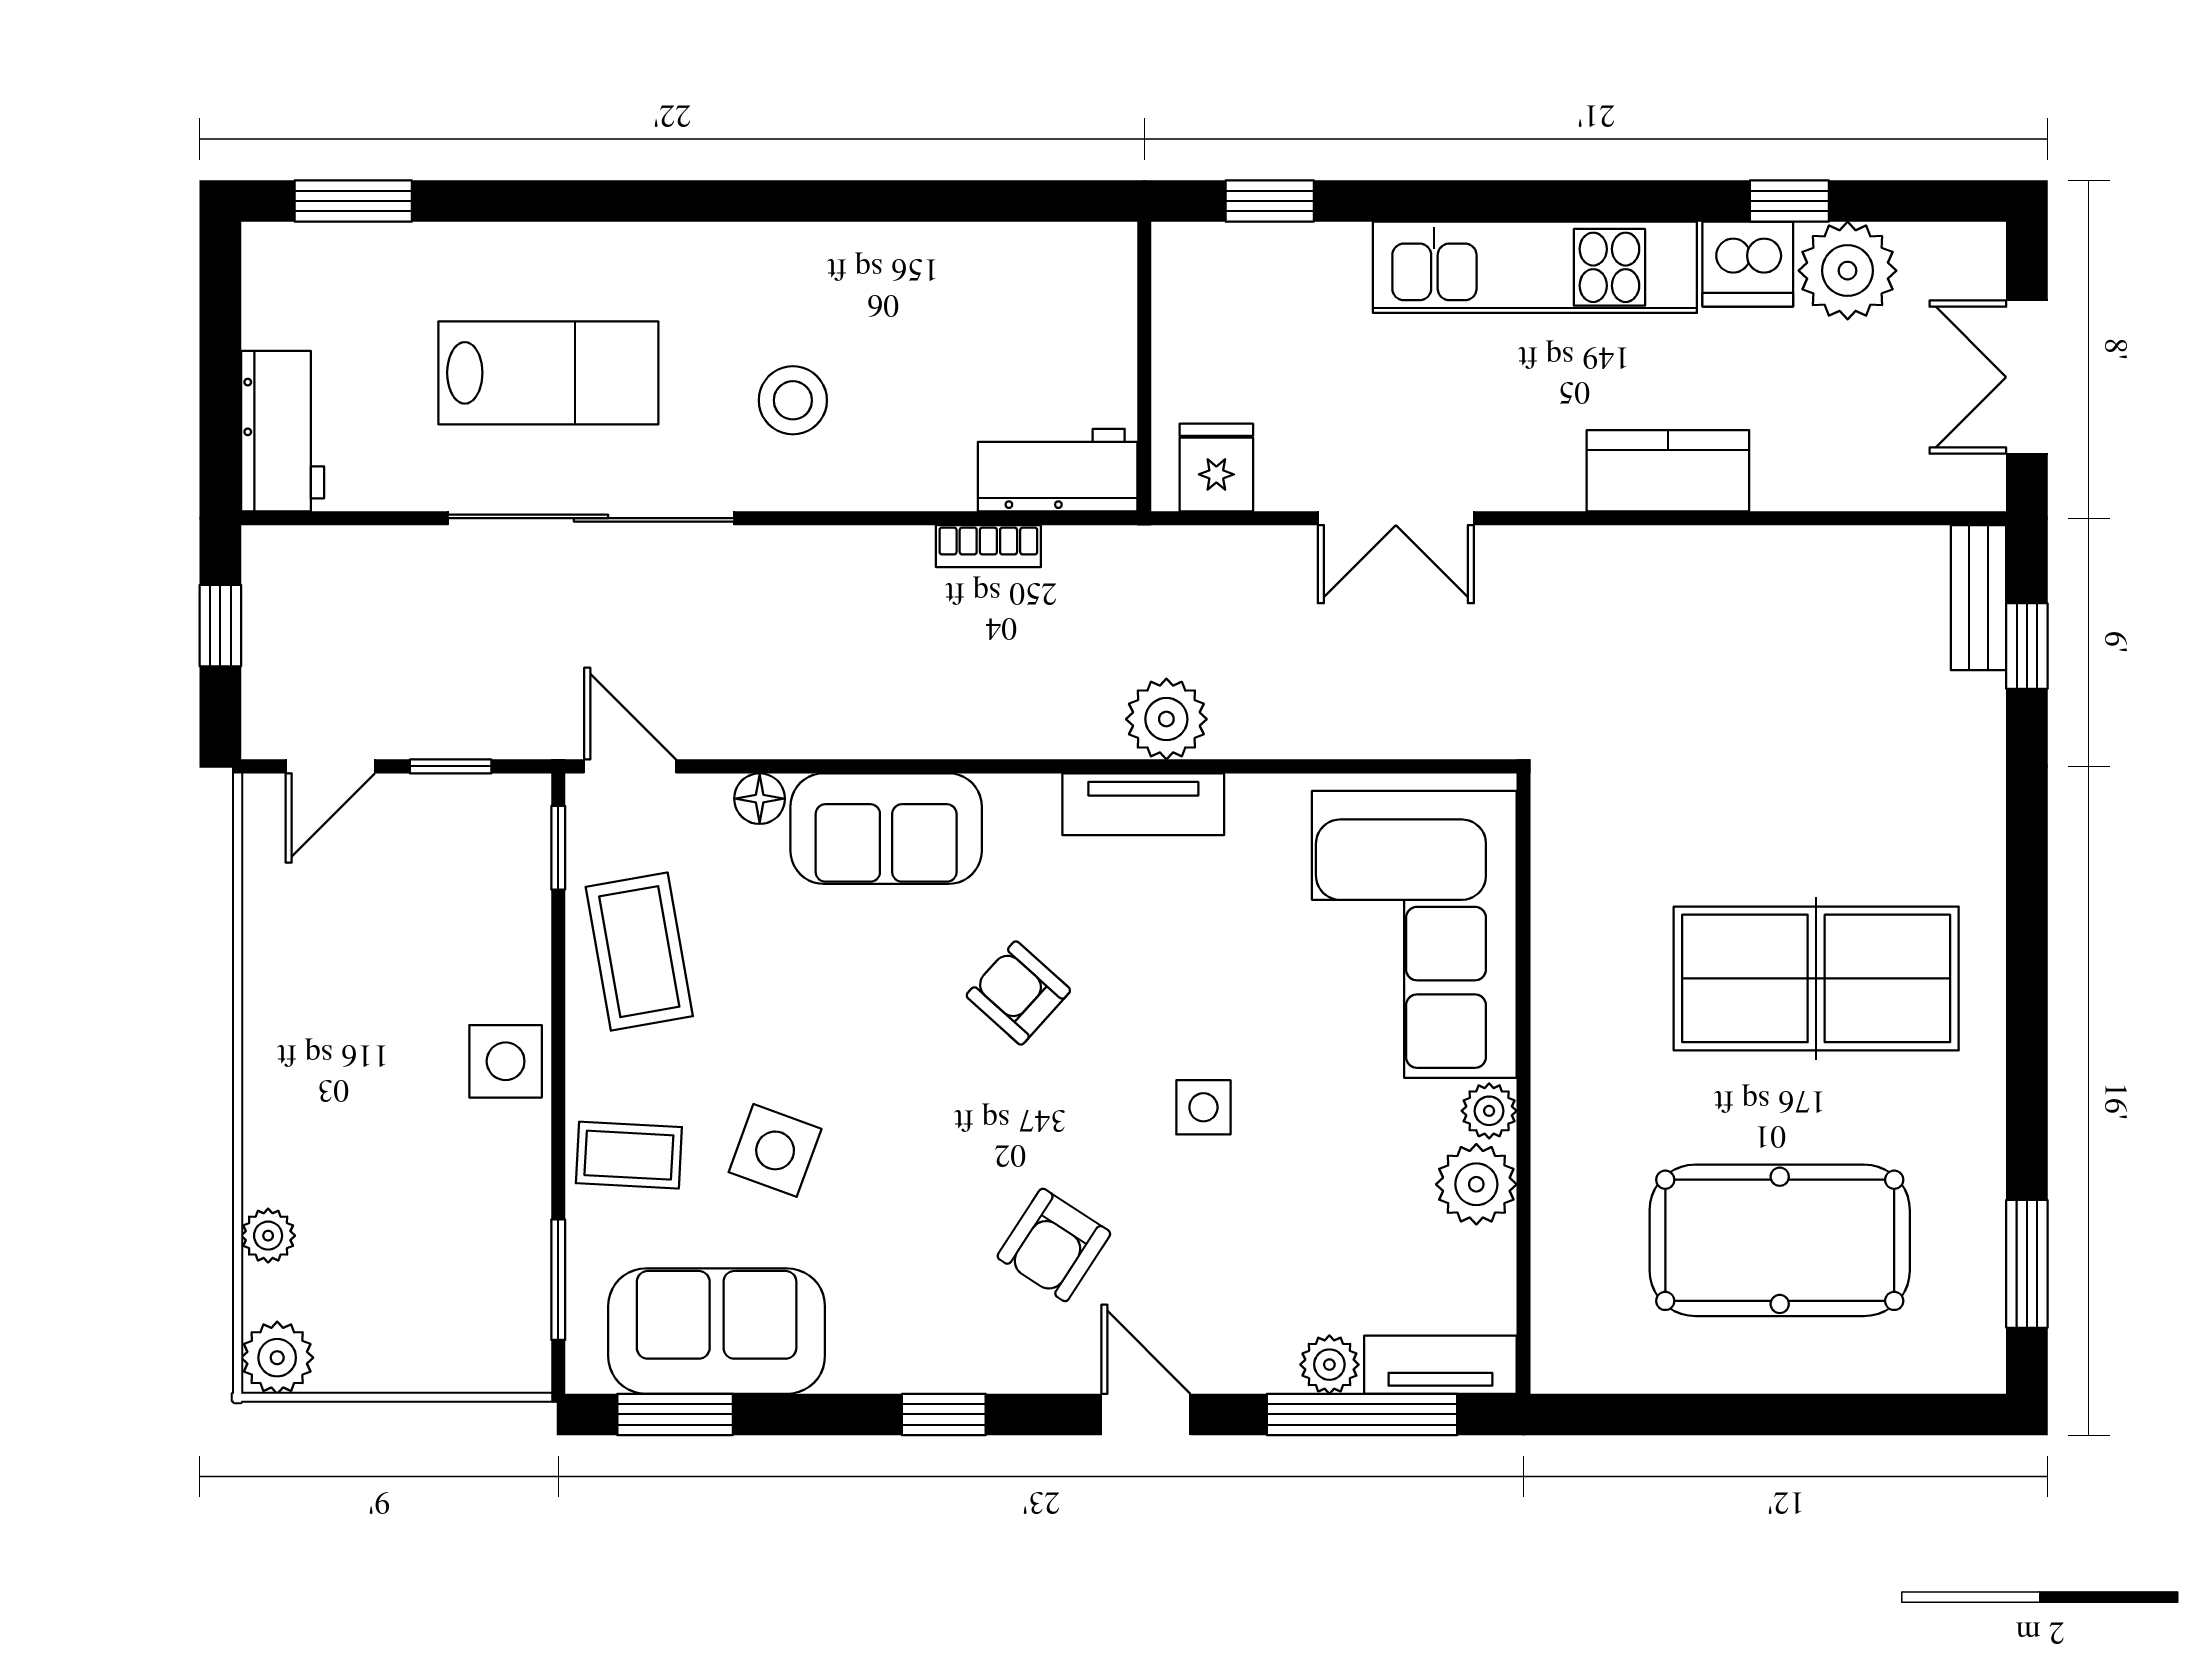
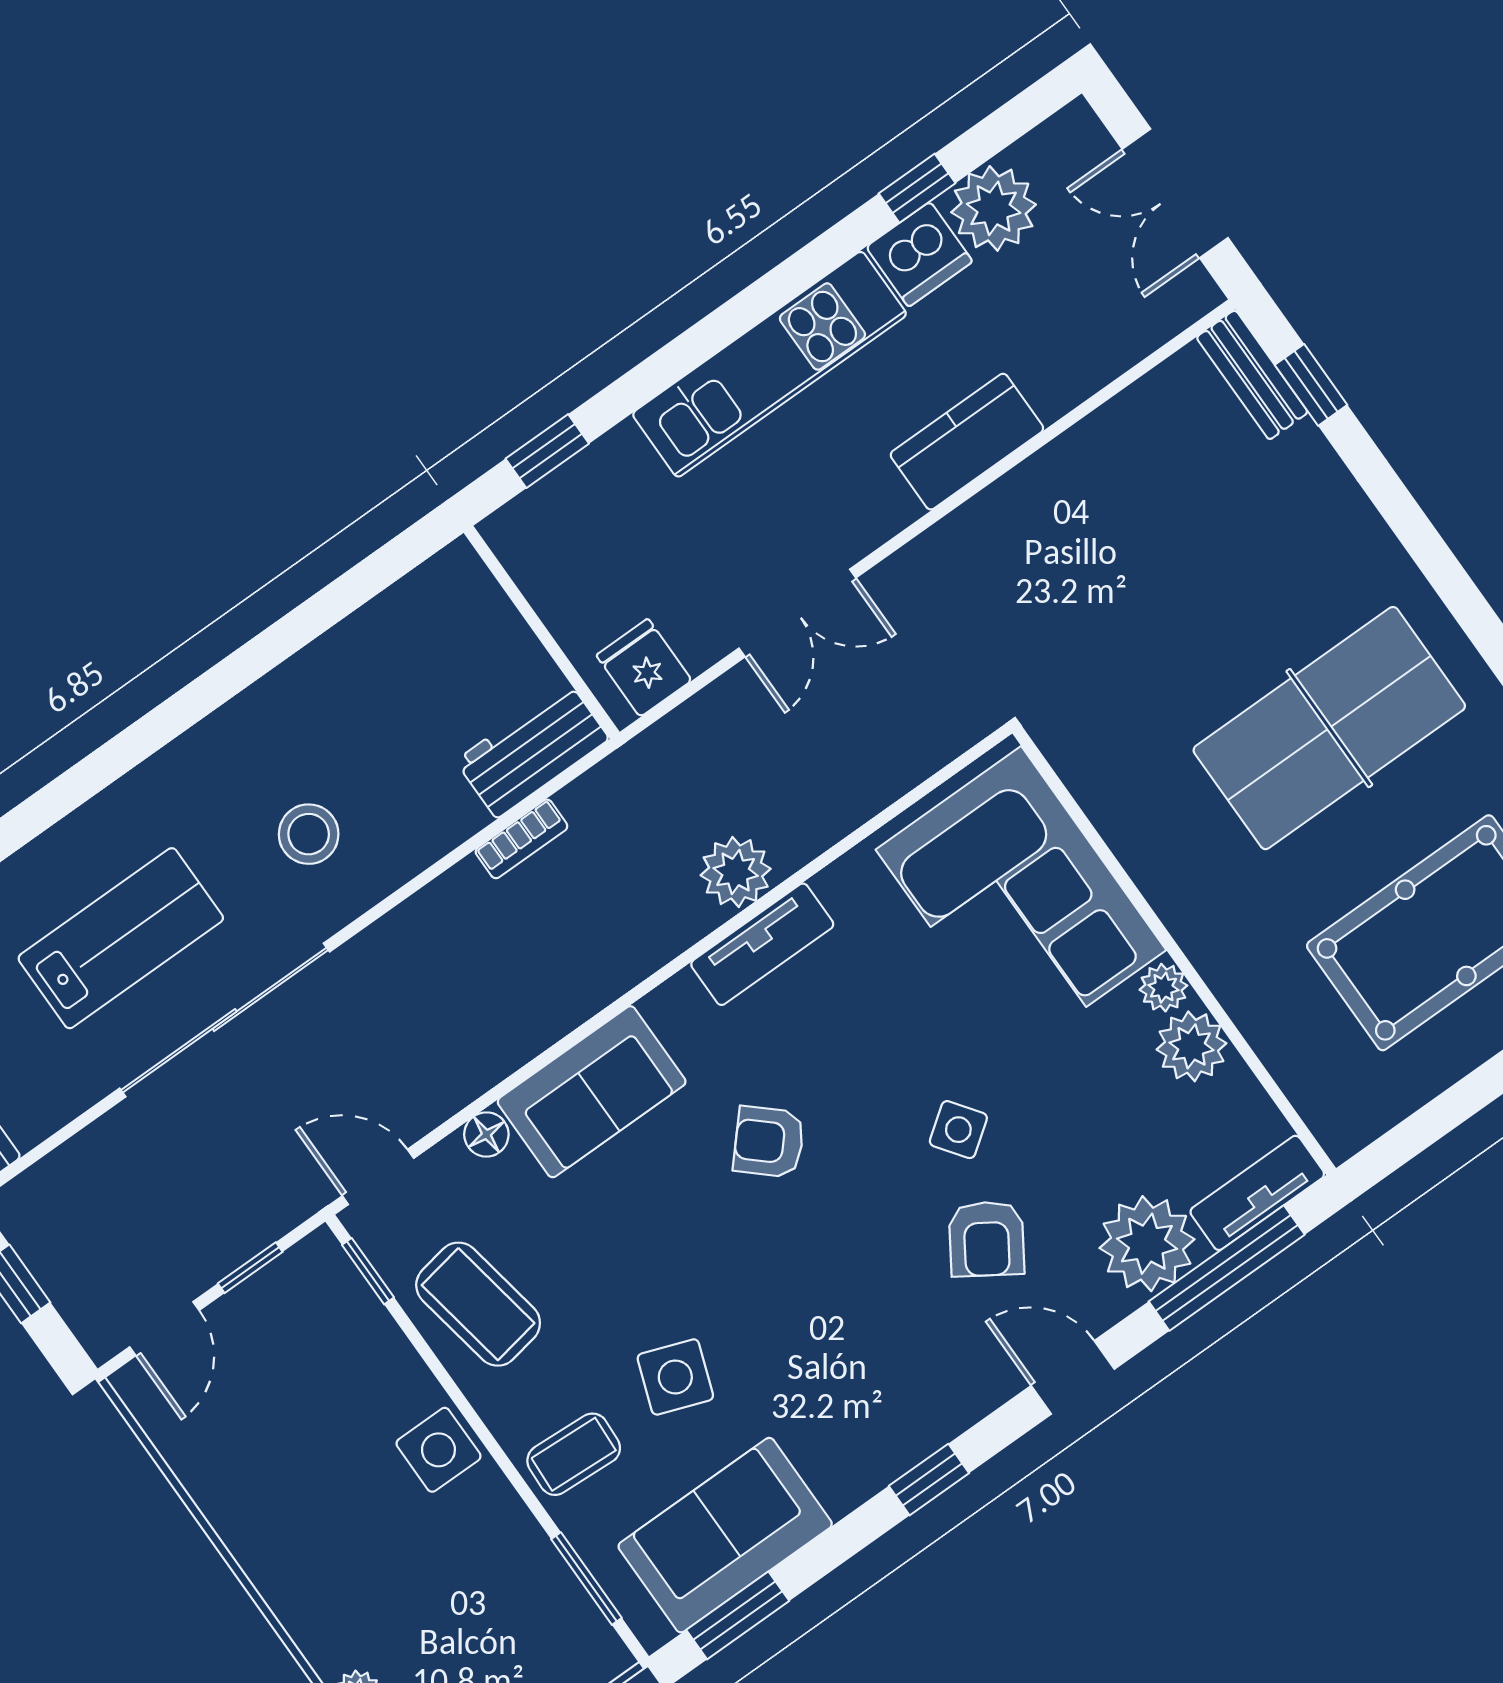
side table: (1203, 1107) -> (958, 1130), turned -36
armchair: (1054, 1245) -> (987, 1239), moved
plant: (1329, 1365) -> (1147, 1244), width x1.87, depth x1.87

